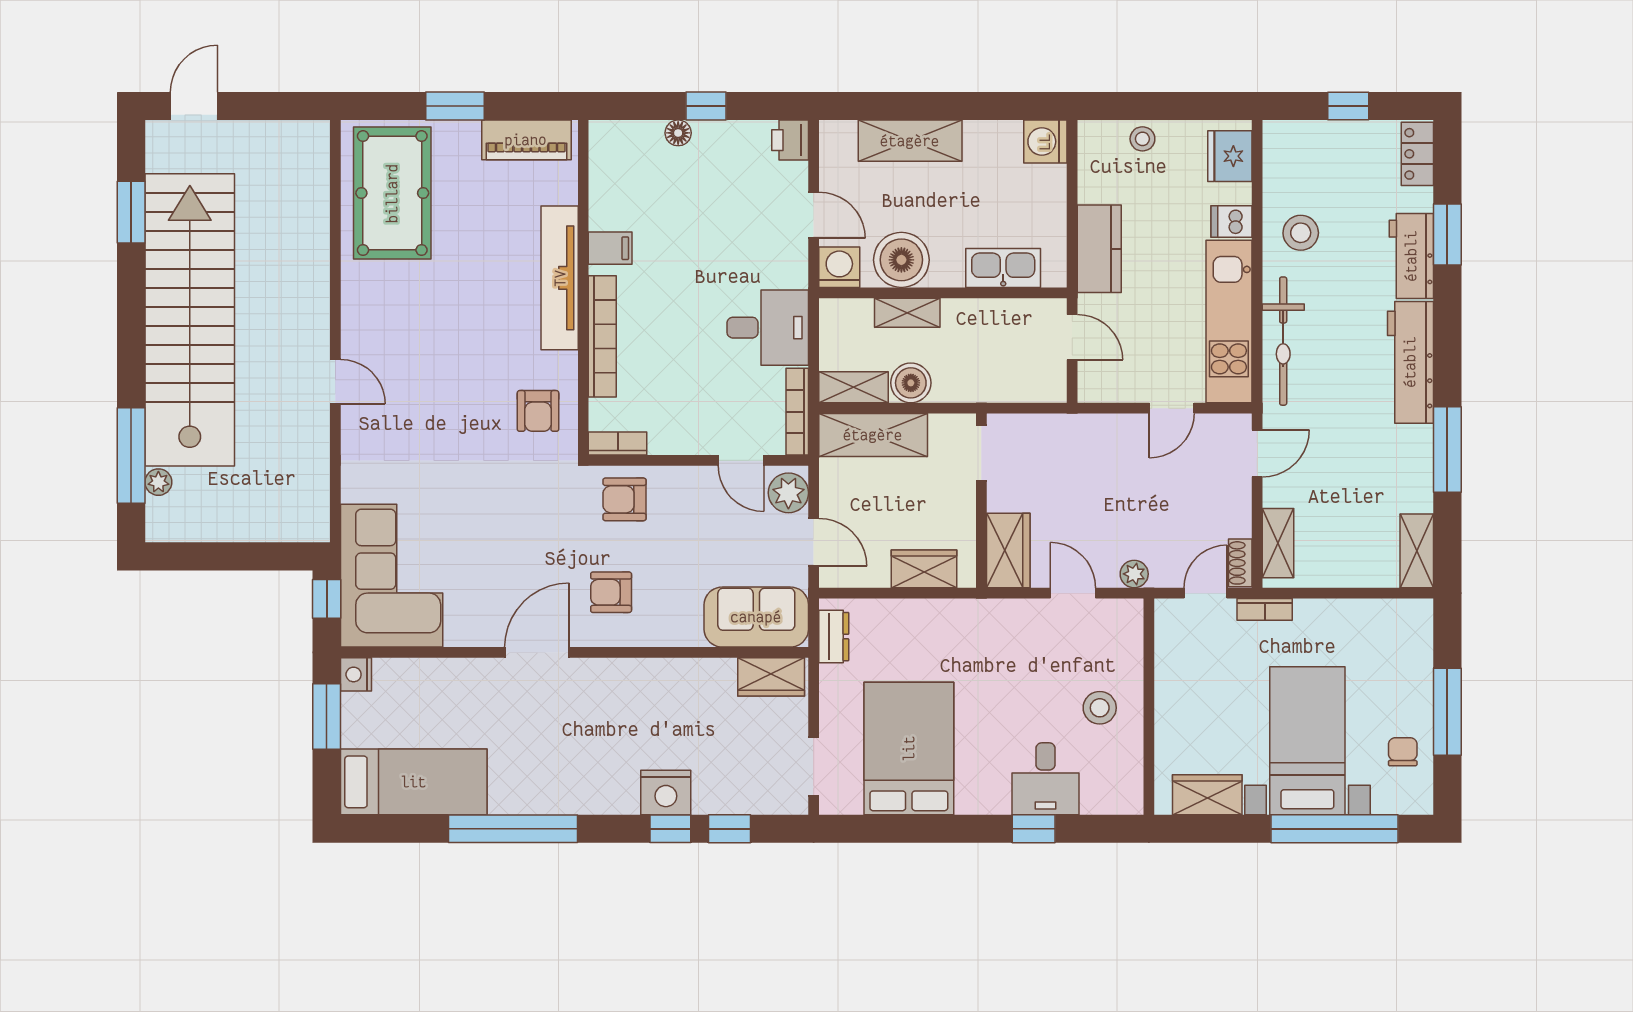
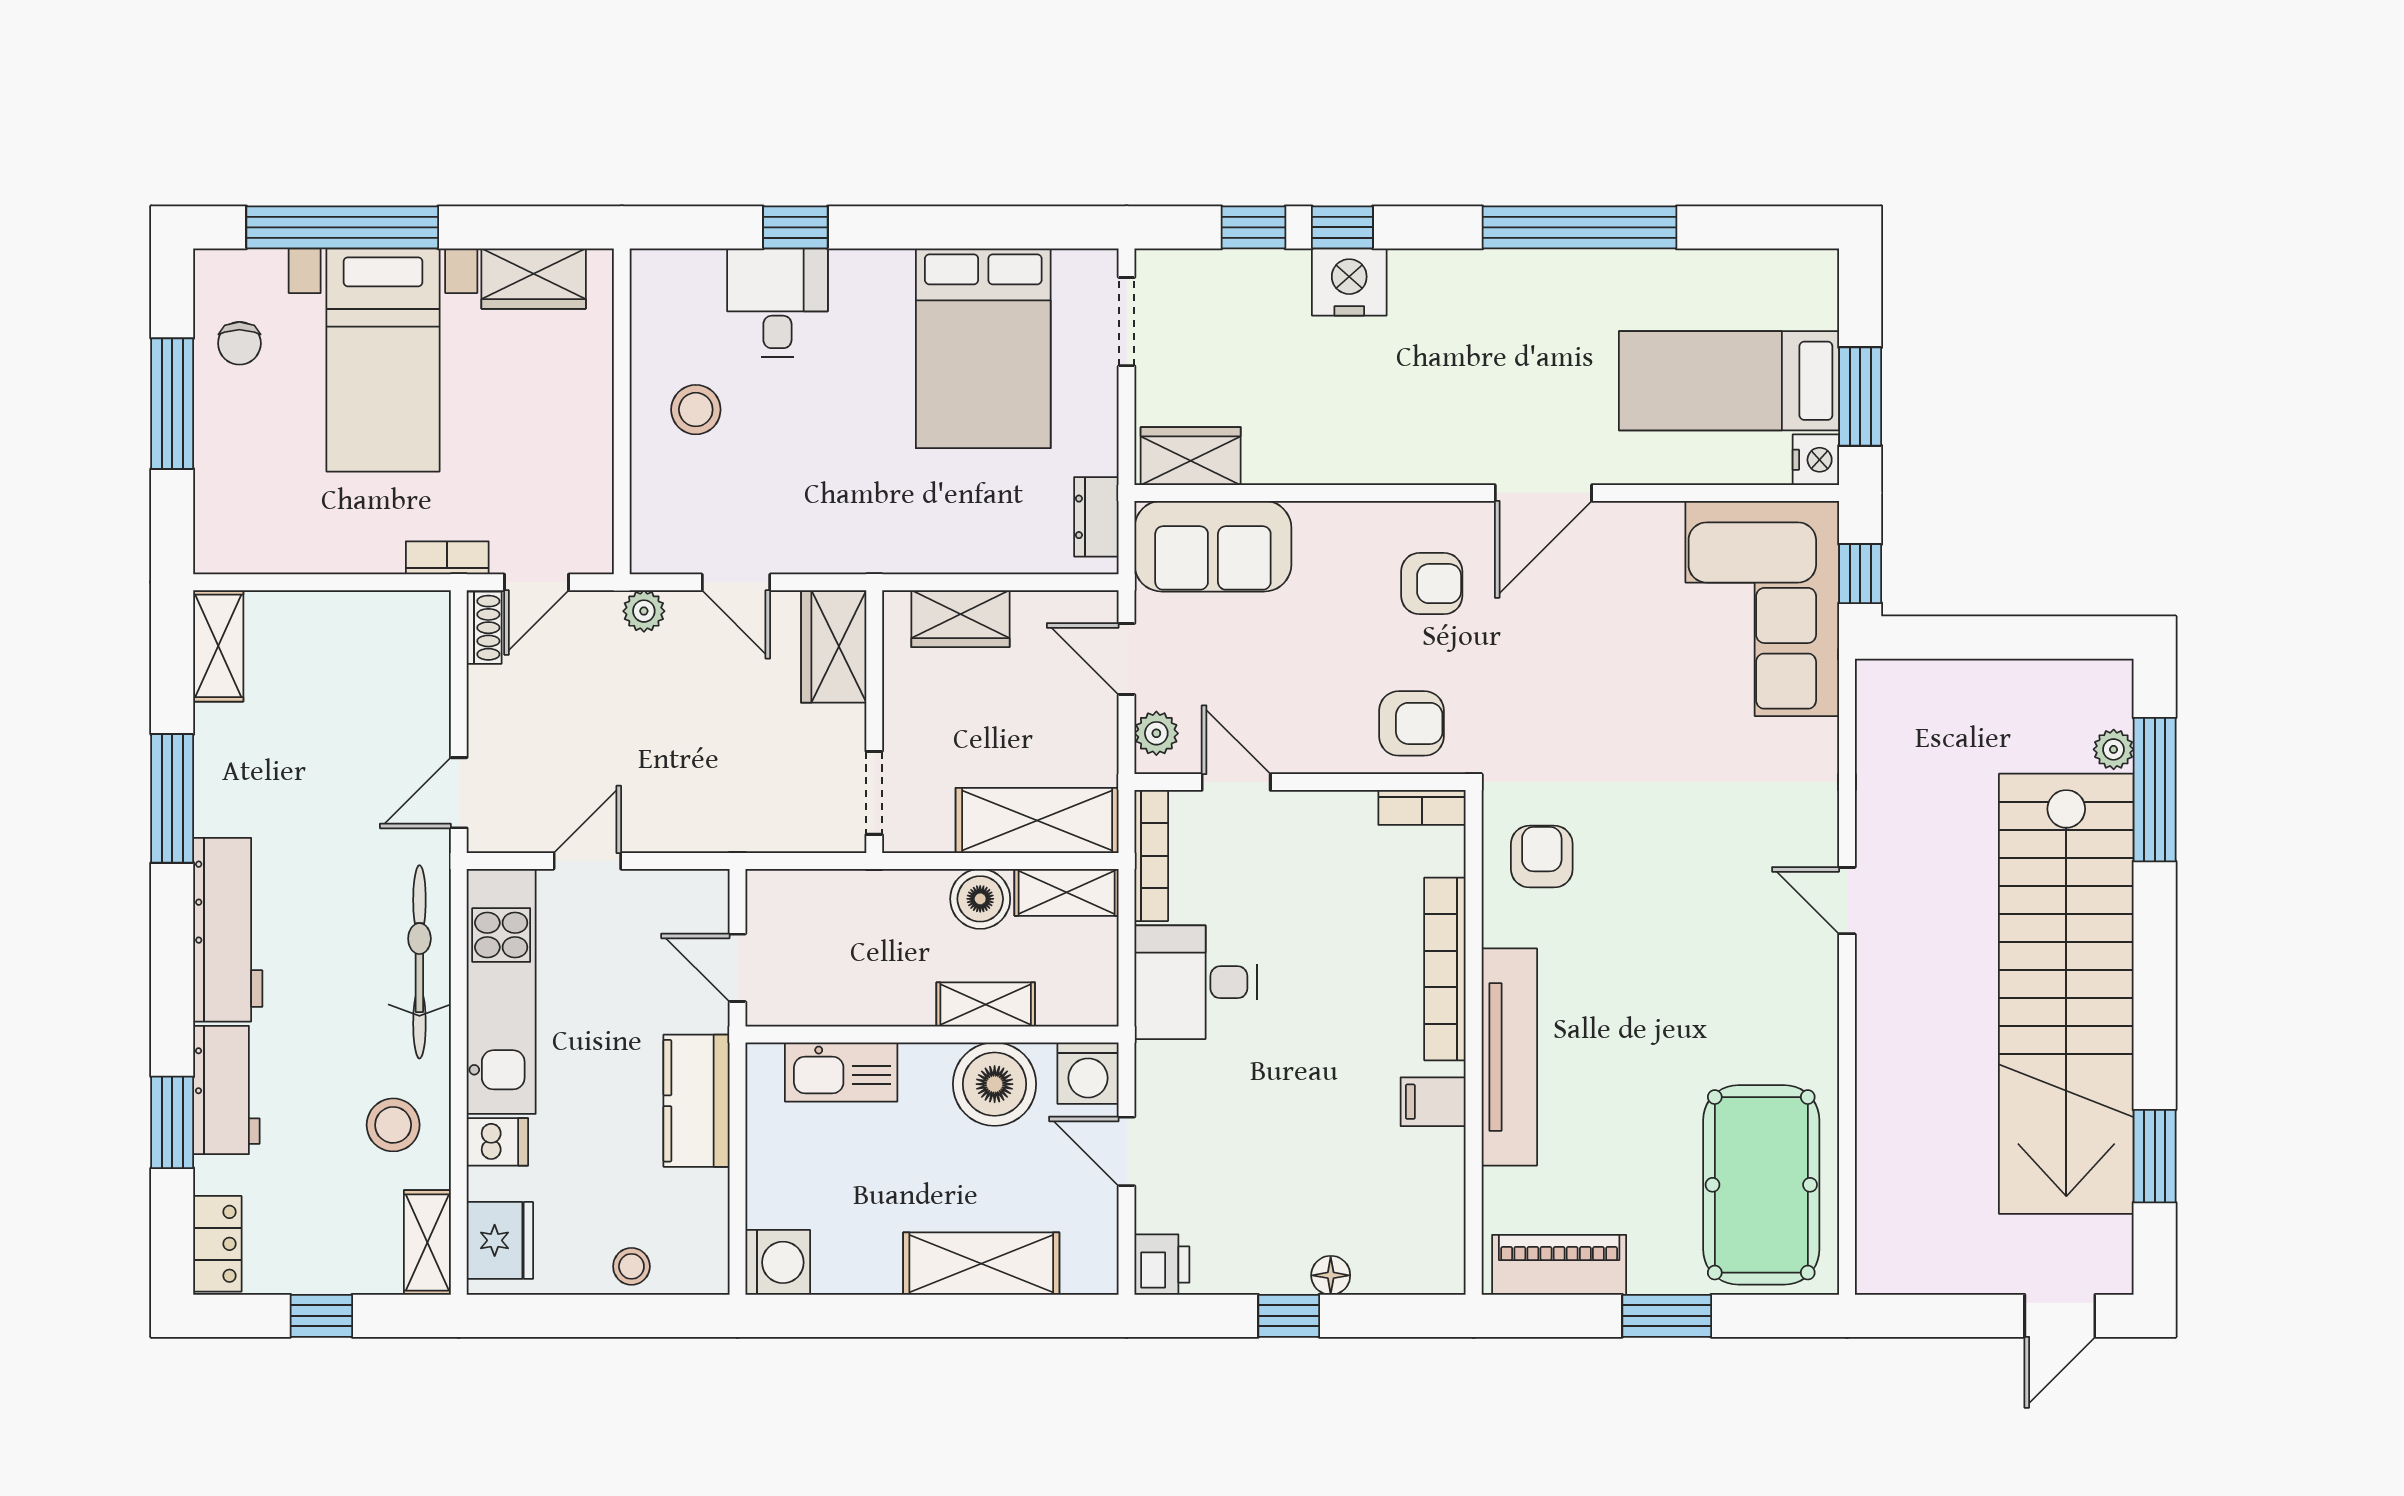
plant: (788, 493) -> (1156, 733), width x0.73, depth x0.73
shelving: (1278, 543) -> (427, 1242), moved
bed: (414, 782) -> (1729, 381), moved

